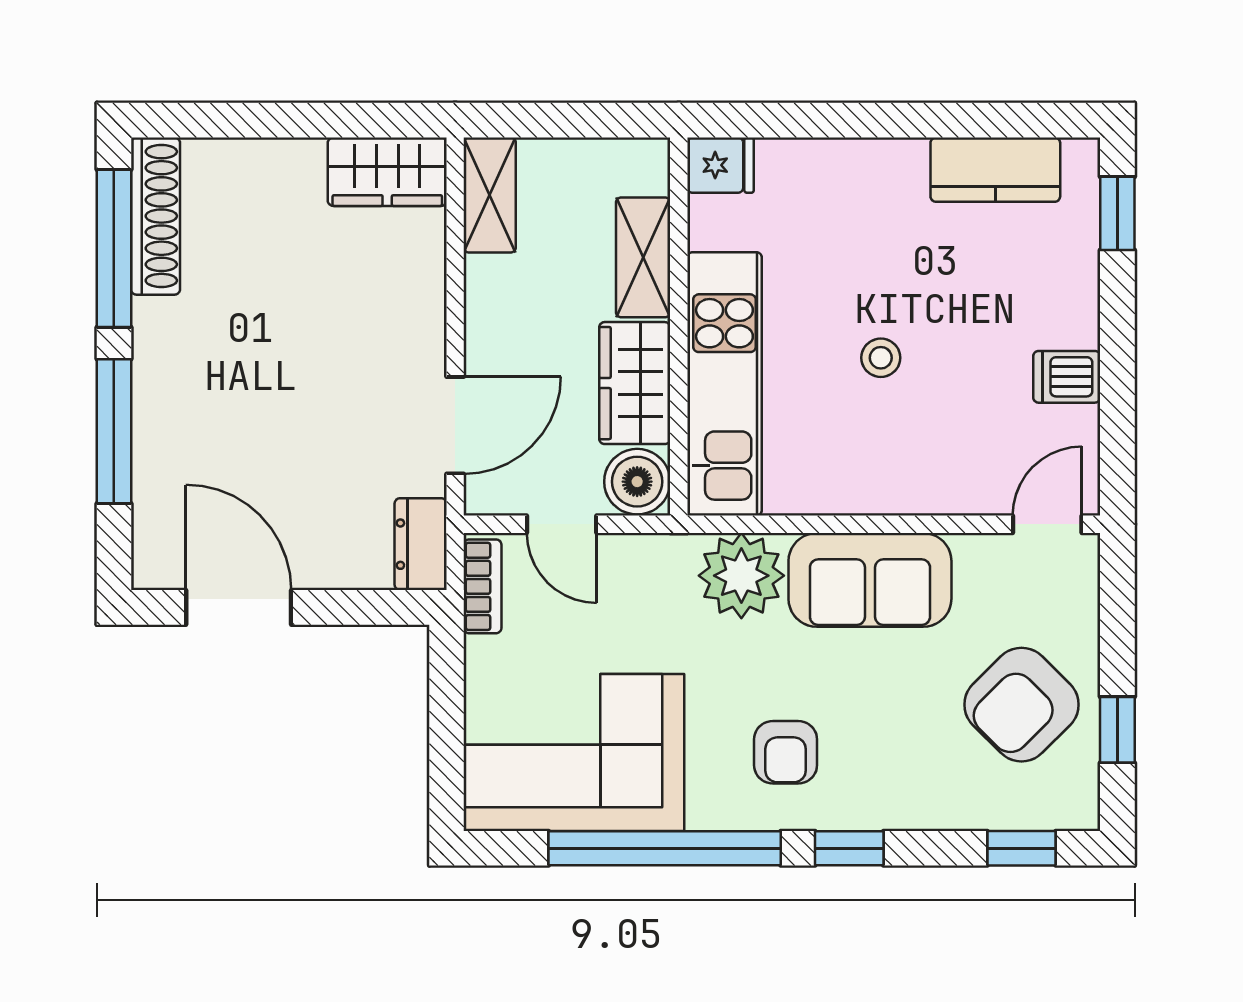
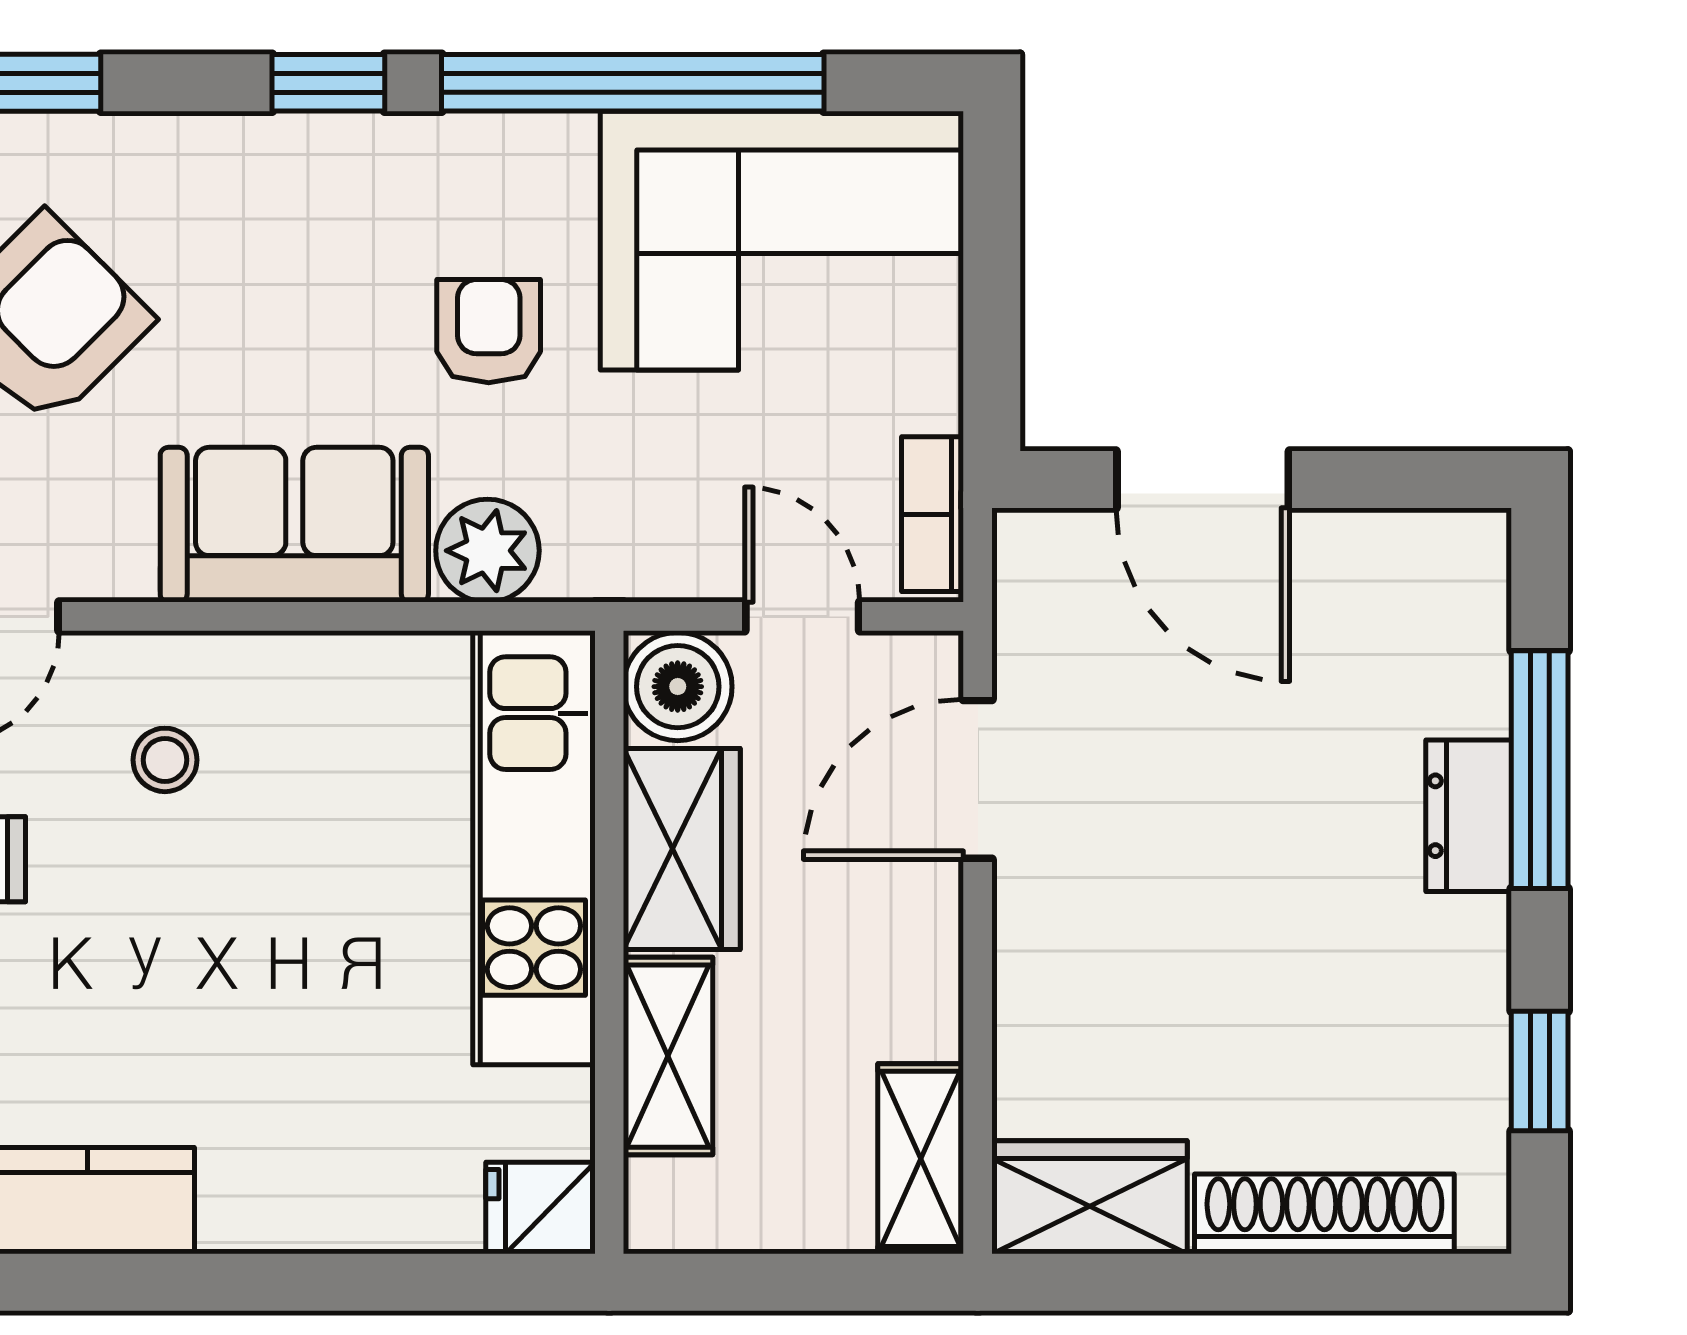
shoe rack: (155, 216) -> (1324, 1214), moved, turned 90
window: (114, 248) -> (1540, 1071), width x0.46
stool: (881, 358) -> (165, 760), moved
dresser: (421, 544) -> (1469, 816), moved, turned 180
plant: (741, 576) -> (487, 551), width x0.73, depth x0.73
door: (239, 607) -> (1203, 479), moved
armchair: (786, 752) -> (489, 331), moved

